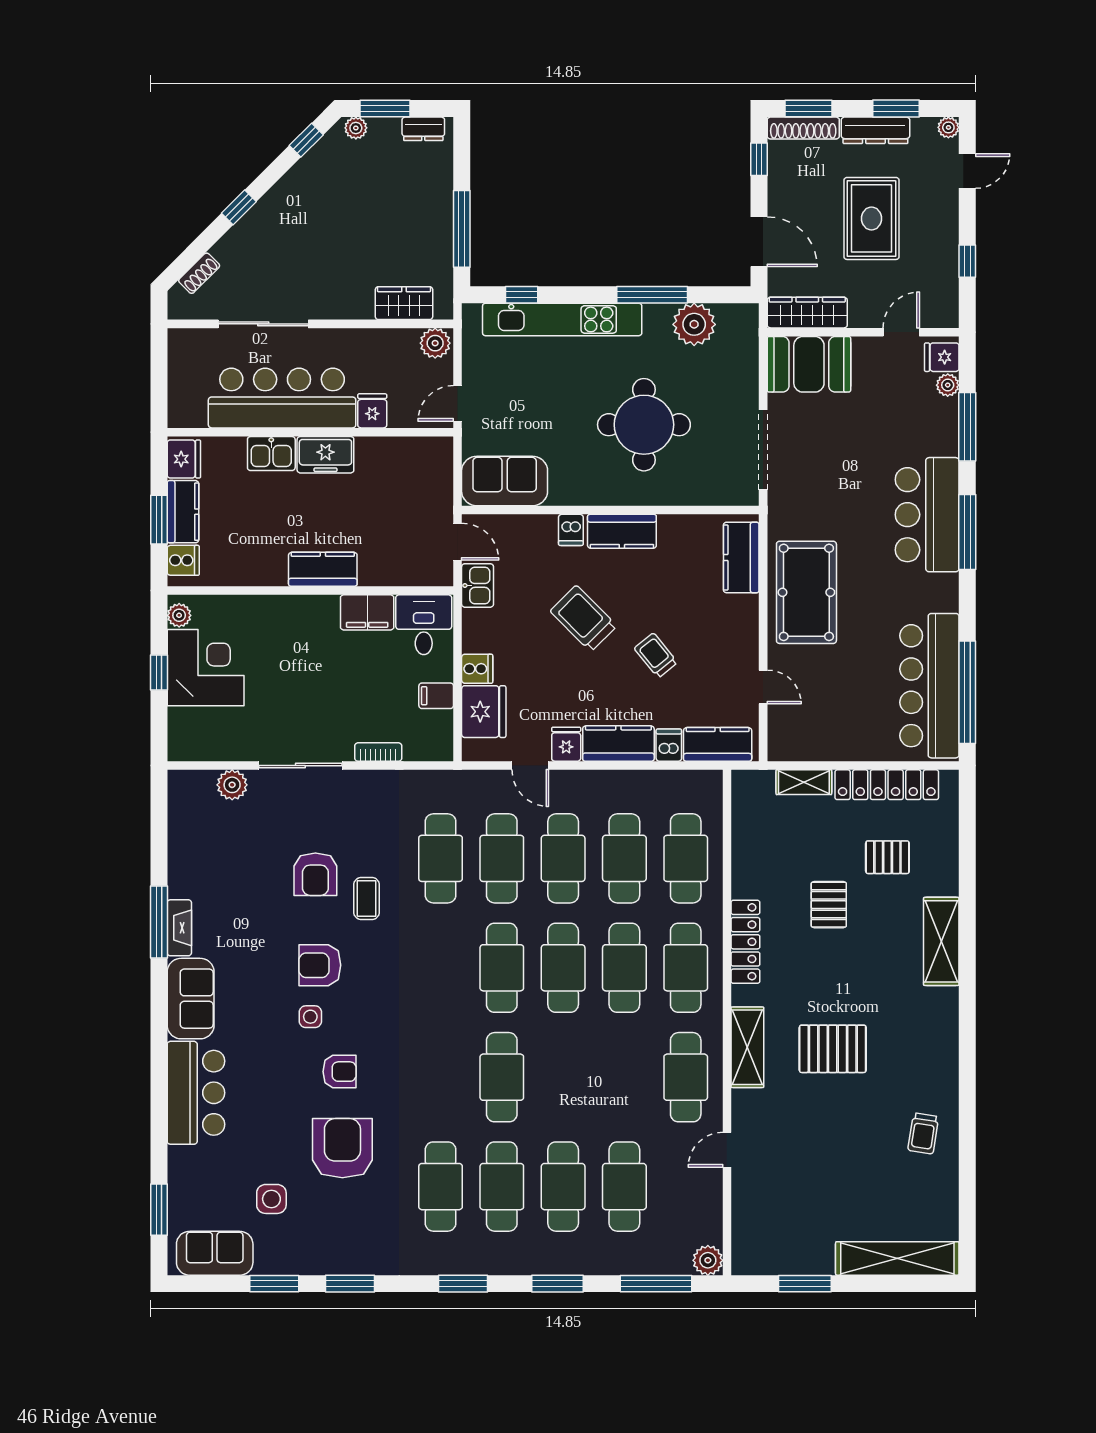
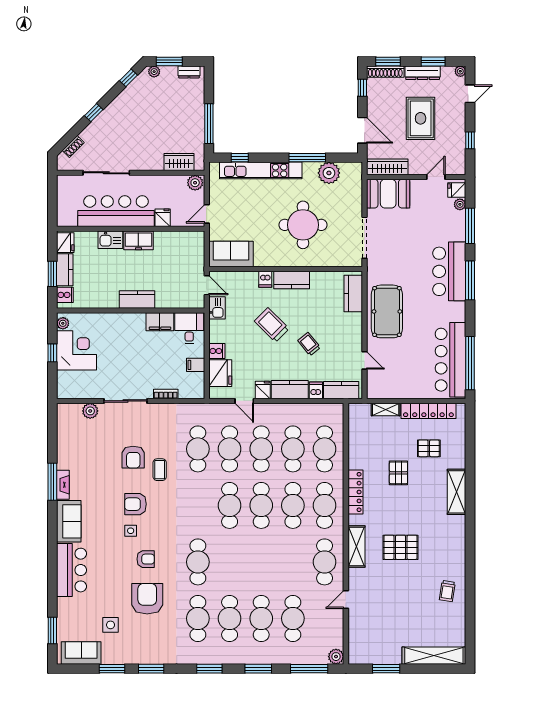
cafe table: (502, 1077) -> (198, 562), moved

